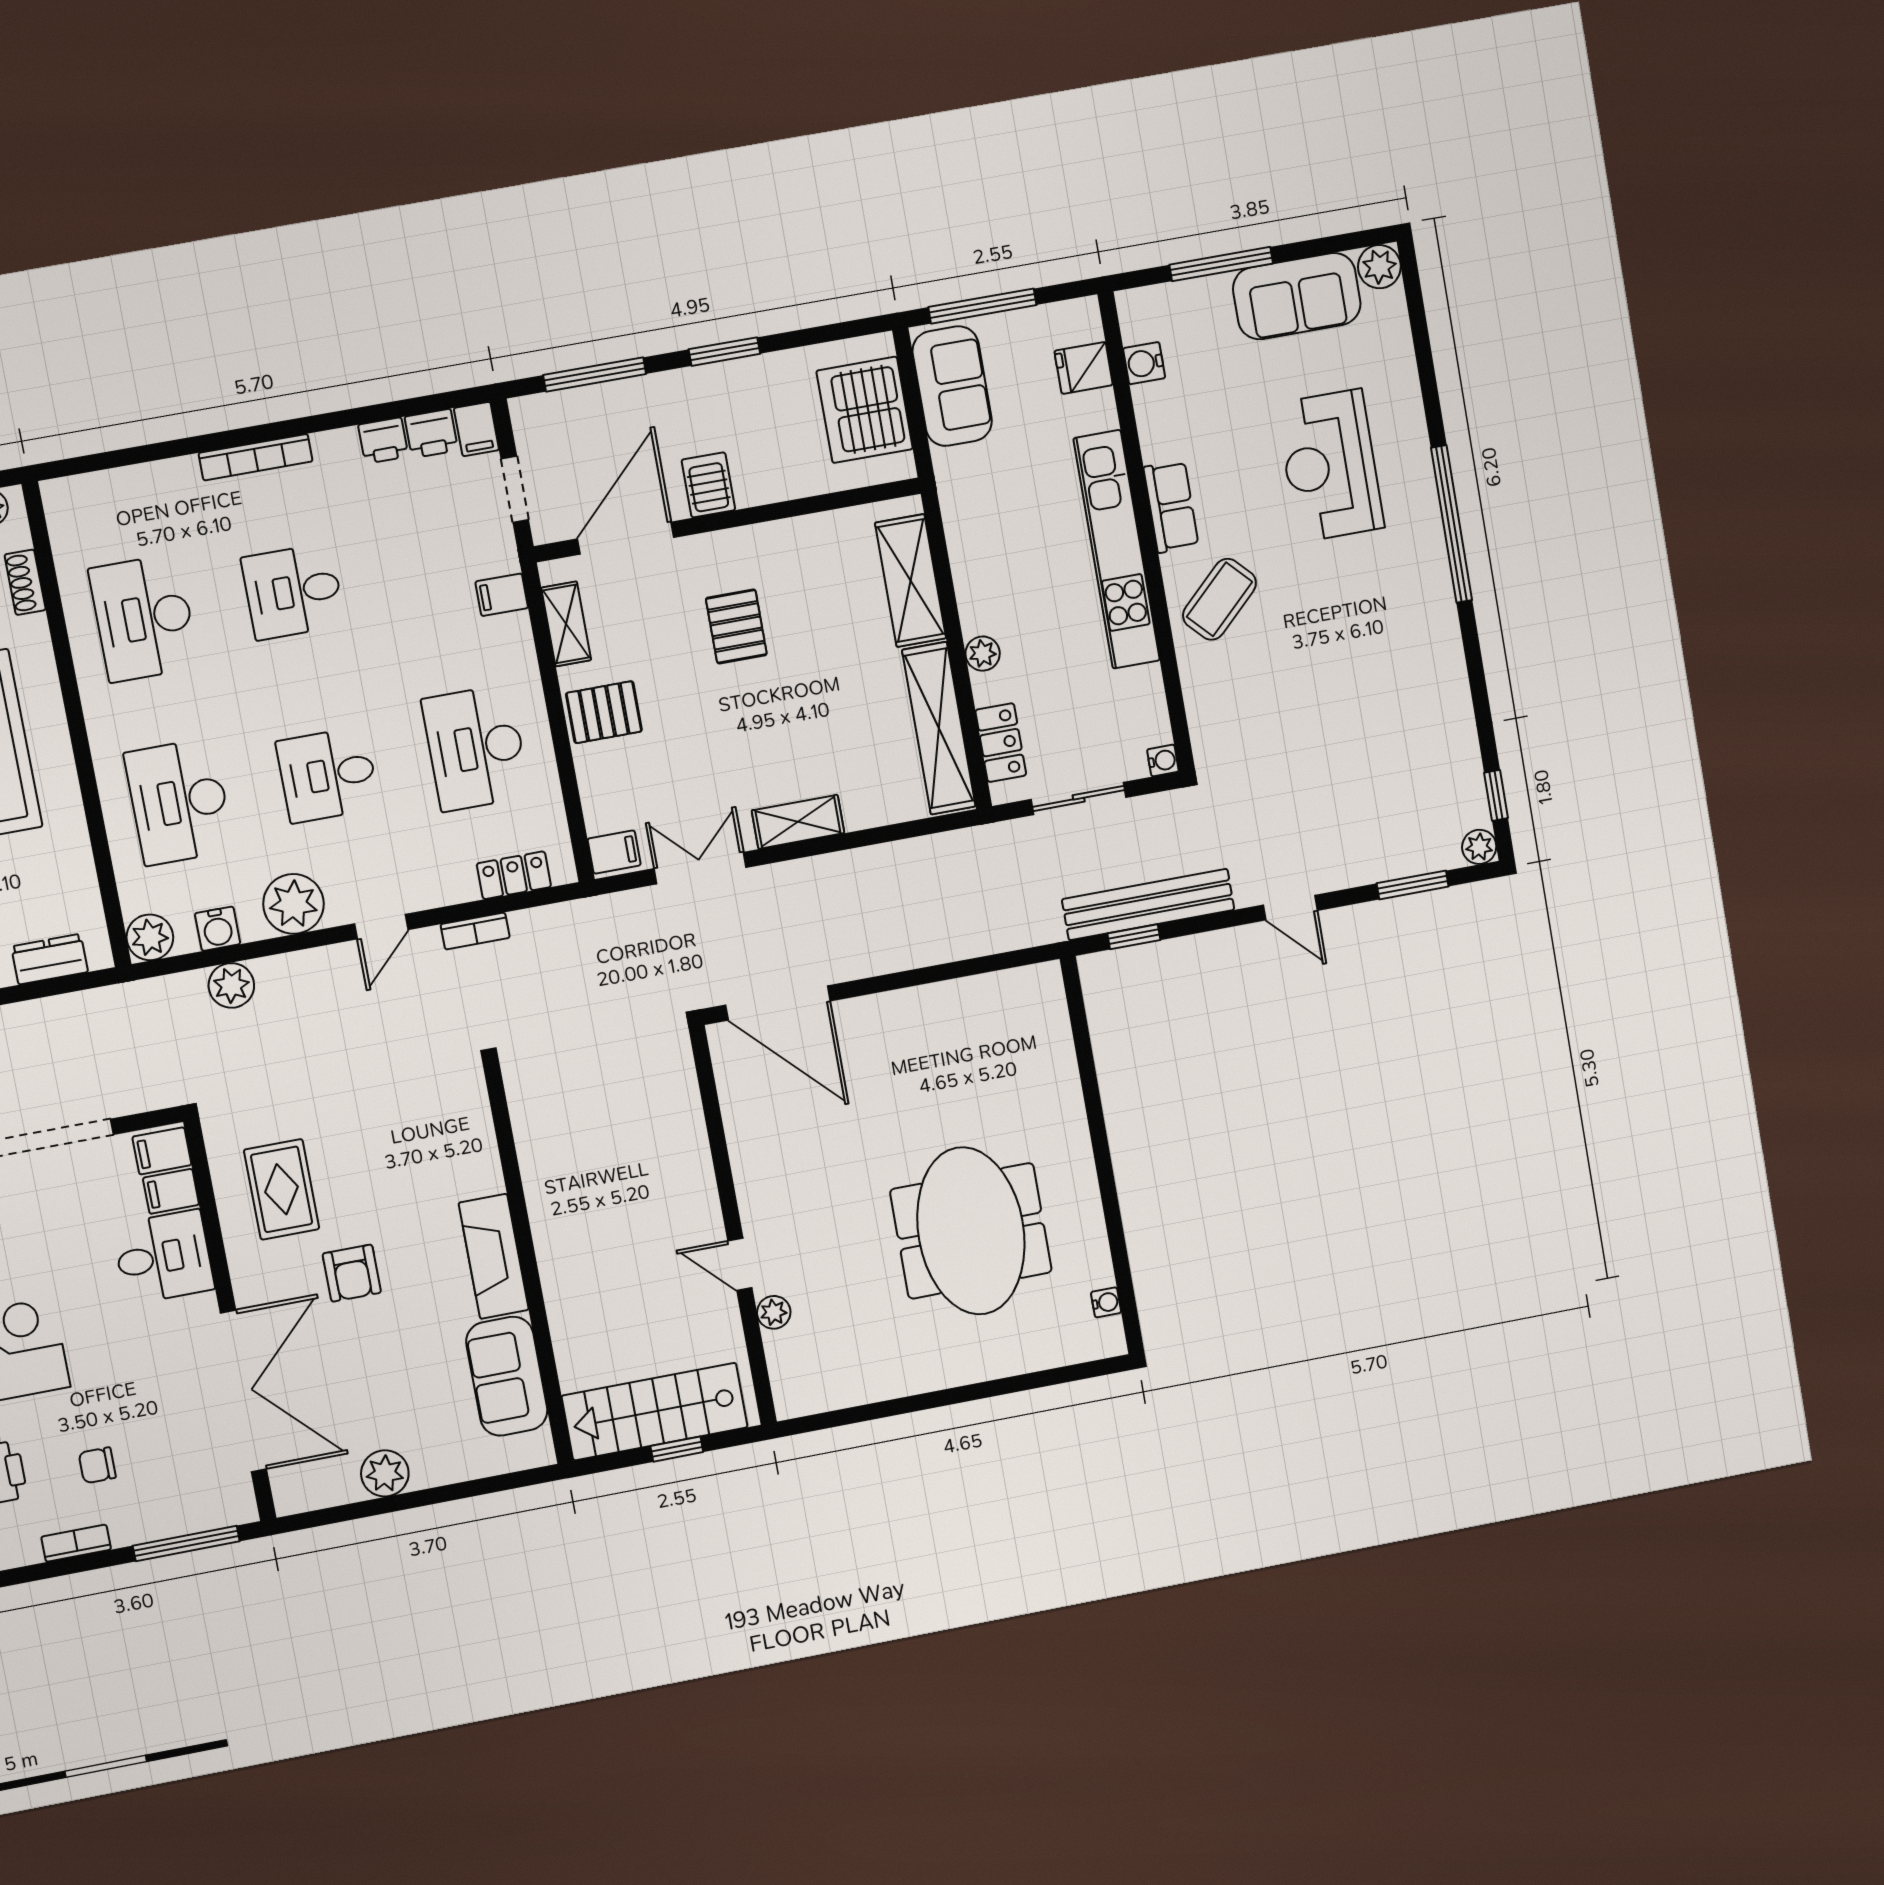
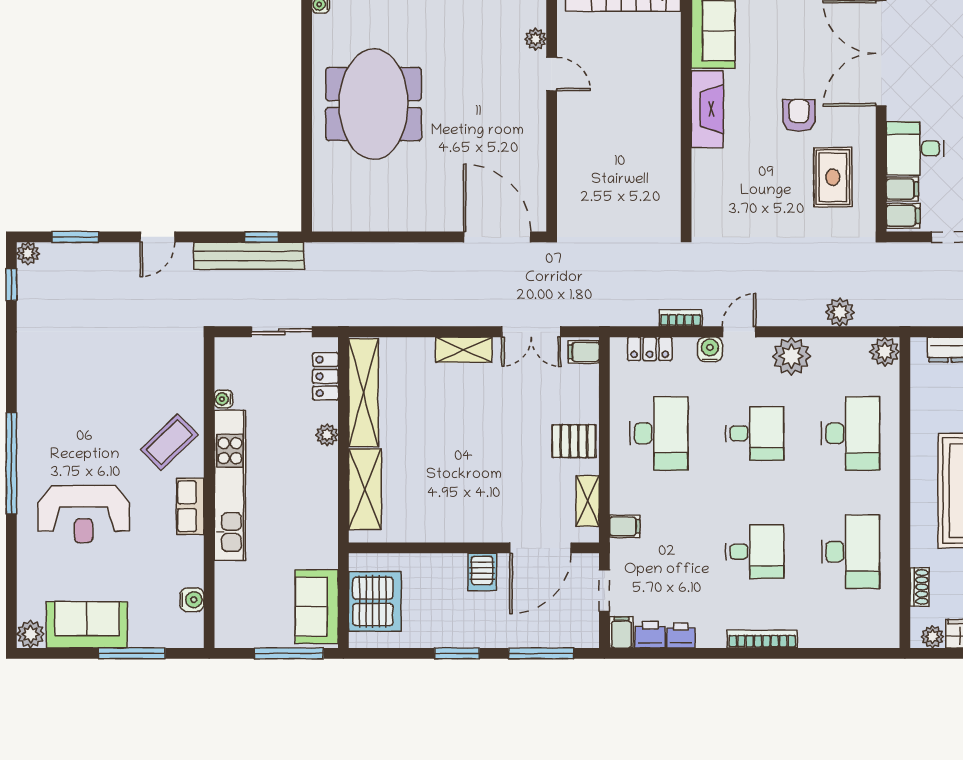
fridge: (1084, 368) -> (231, 603), removed
reception desk: (1330, 466) -> (84, 514), turned 90
pallet: (736, 626) -> (481, 480), removed
water cooler: (1163, 761) -> (223, 399), moved
door: (1290, 908) -> (157, 237), swing flipped
water cooler: (218, 929) -> (710, 349), moved
meeting table: (971, 1231) -> (374, 104), moved

